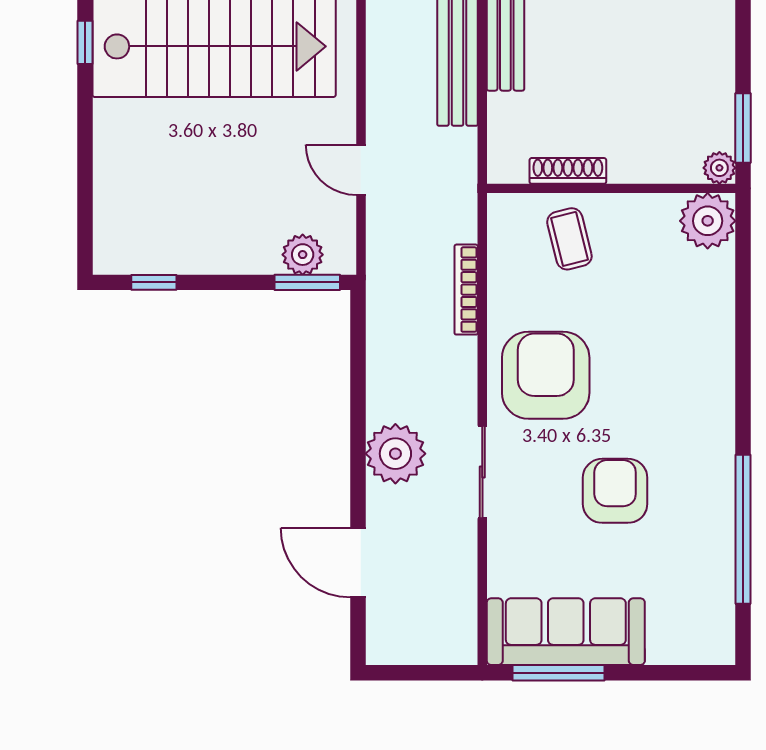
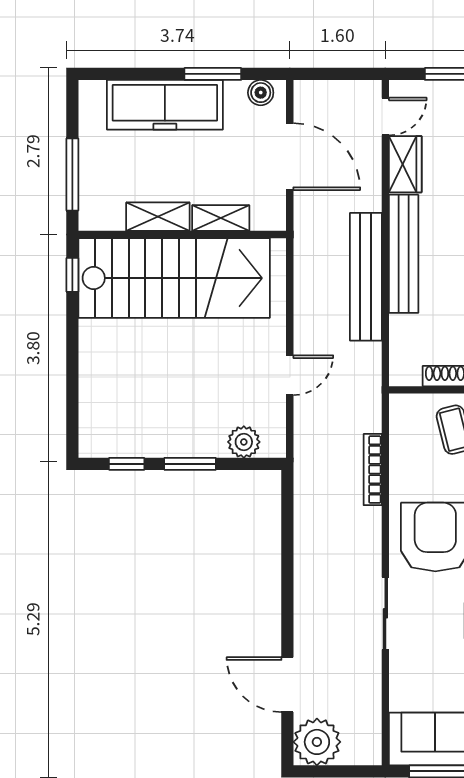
door: (361, 170) -> (290, 375), swing flipped
window: (307, 282) -> (190, 464), moved
plant: (395, 454) -> (317, 742), moved

